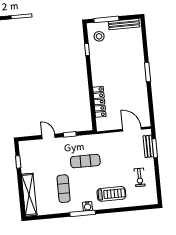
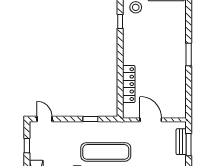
door: (132, 129) -> (151, 120), moved
door: (48, 136) -> (44, 119), moved
exercise mat: (85, 161) -> (106, 152), width x1.36, depth x1.45

